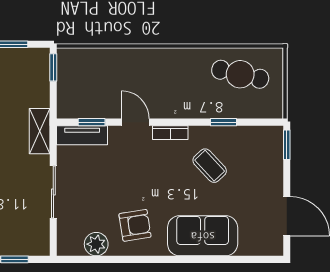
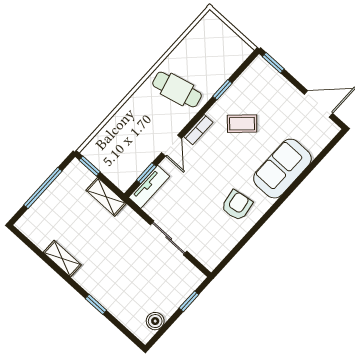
cafe table: (240, 74) -> (177, 89), moved, turned 63
door: (135, 122) -> (172, 146), swing flipped
shelving: (40, 131) -> (106, 197), moved
plant: (96, 244) -> (226, 241), removed

